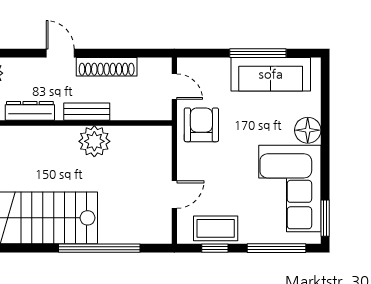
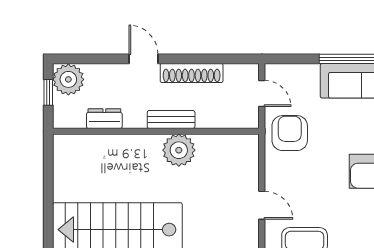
dresser: (30, 111) -> (104, 119), width x0.70
door: (174, 195) -> (262, 205), hinge flipped

